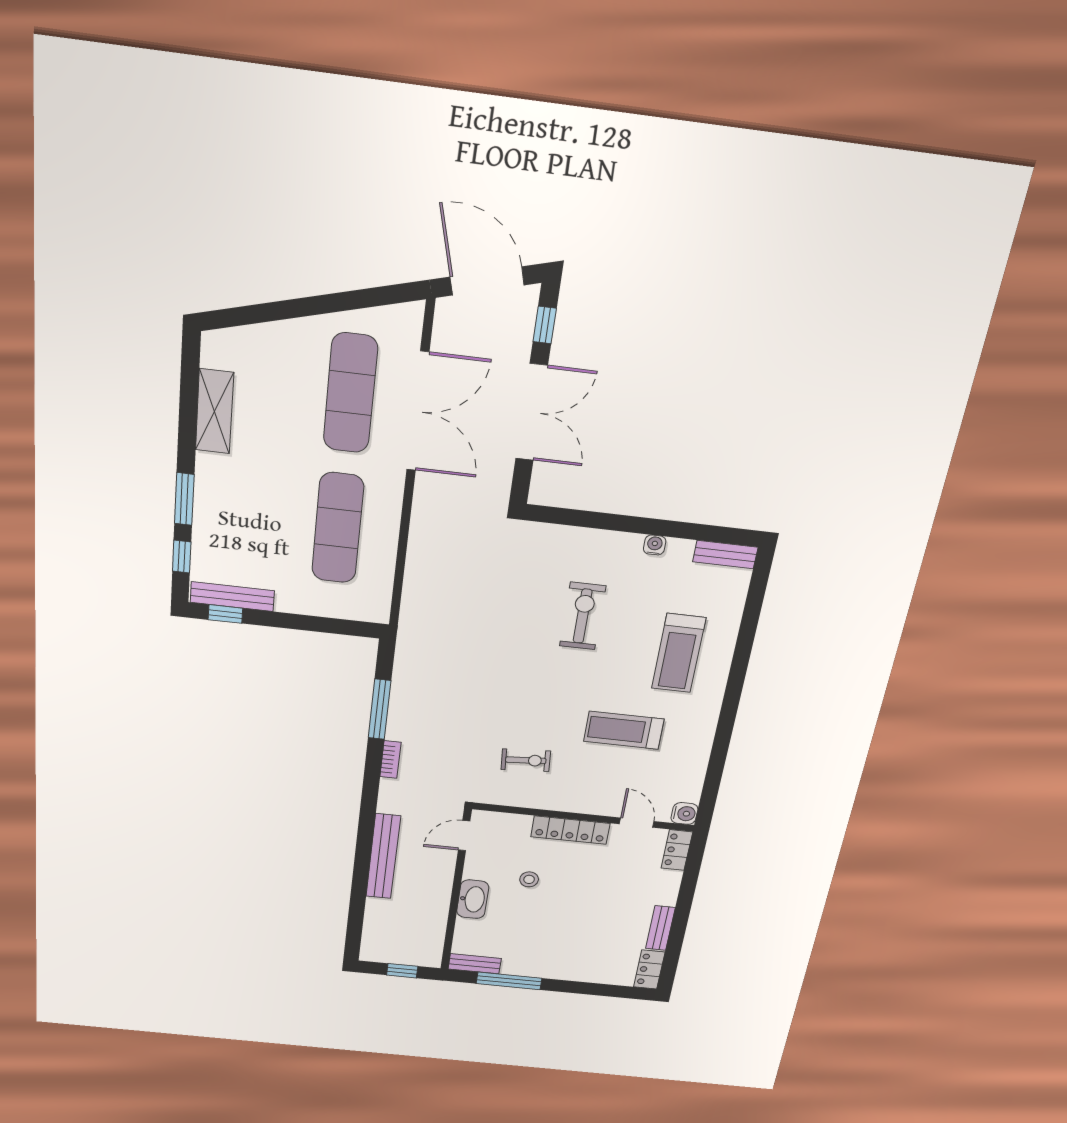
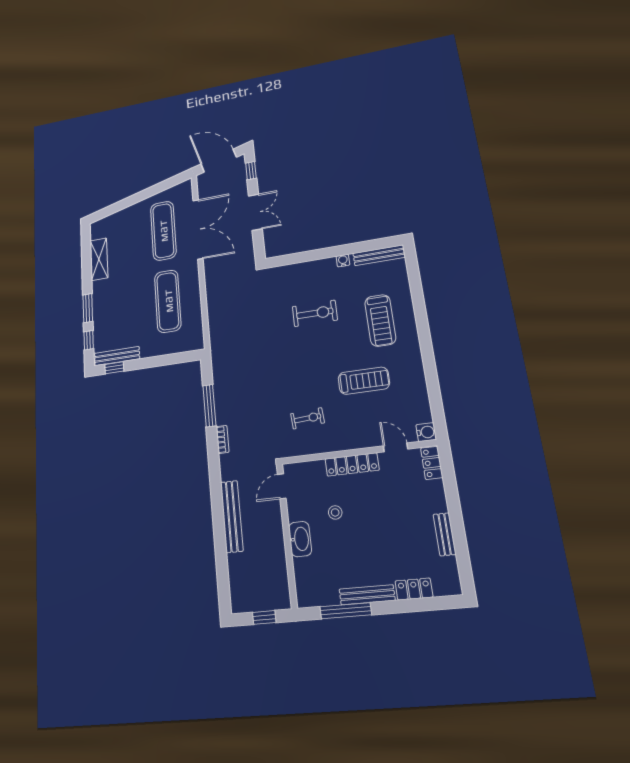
double door: (532, 412) -> (255, 212), width x0.73
bench: (725, 554) -> (379, 255), width x1.36
exercise bike: (583, 616) -> (315, 313), turned 90
treadmill: (624, 730) -> (364, 381), turned 180
bench: (475, 964) -> (367, 595), moved, width x1.36
locker: (649, 970) -> (414, 589), moved, turned 90

